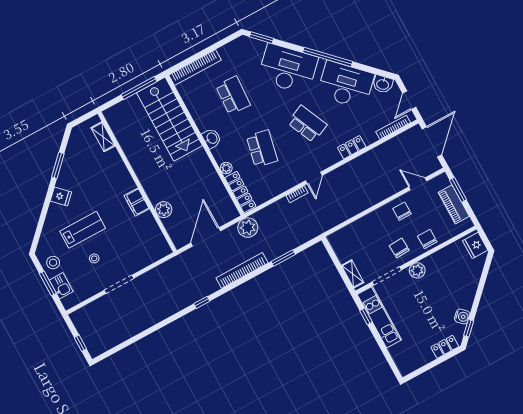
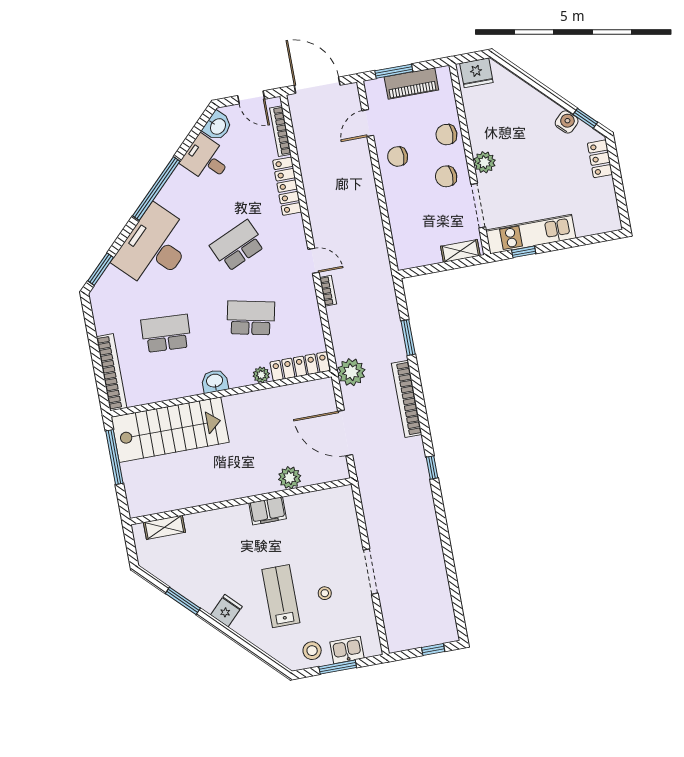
desk: (346, 85) -> (206, 159), width x0.53, depth x0.77
locker: (352, 147) -> (287, 186), width x1.53

